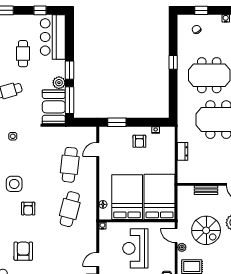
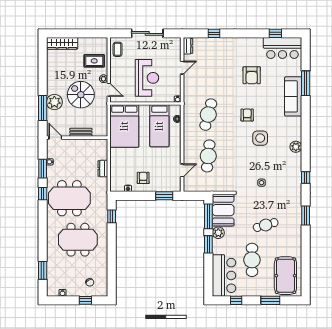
cafe table: (23, 54) -> (252, 260), width x1.37, depth x1.35
window: (173, 62) -> (112, 216), moved
bed: (127, 197) -> (159, 126), width x0.67

